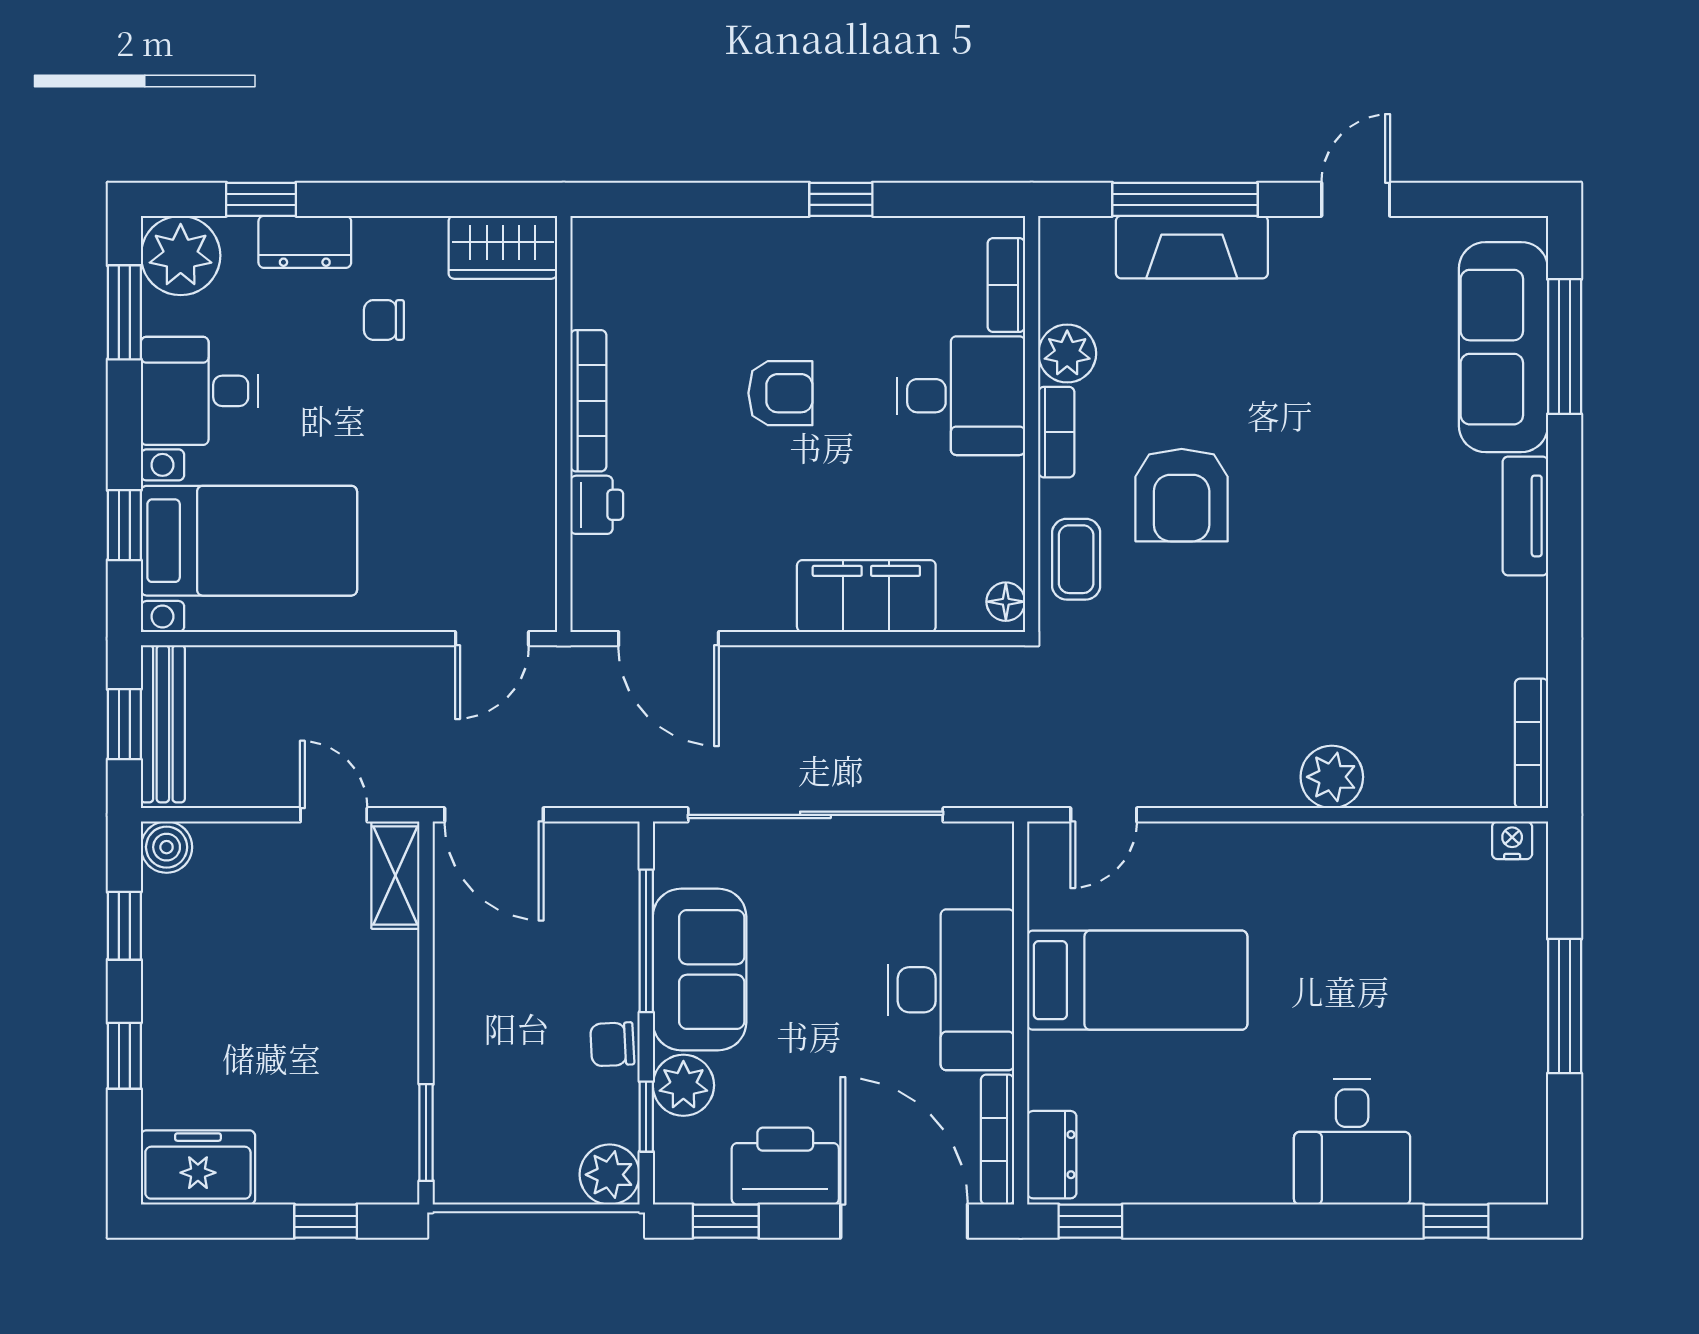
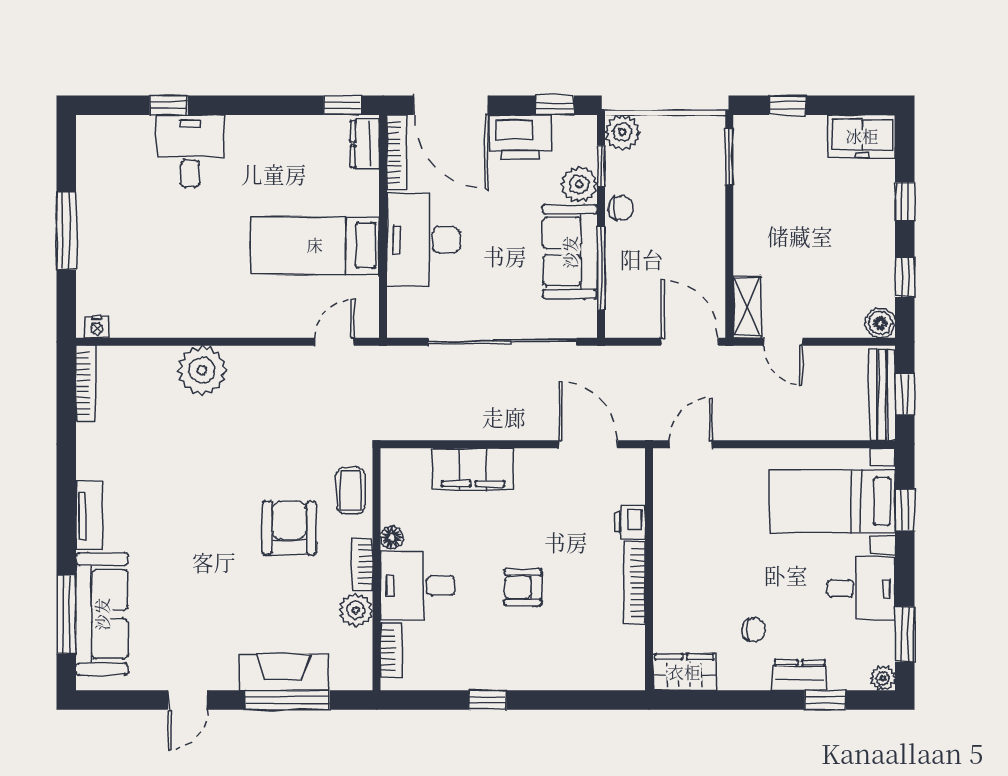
plant: (181, 256) -> (883, 678), width x0.53, depth x0.53
floor lamp: (1006, 602) -> (392, 537), moved
plant: (1332, 777) -> (202, 370), width x1.36, depth x1.36
window: (1456, 1221) -> (169, 105), moved

